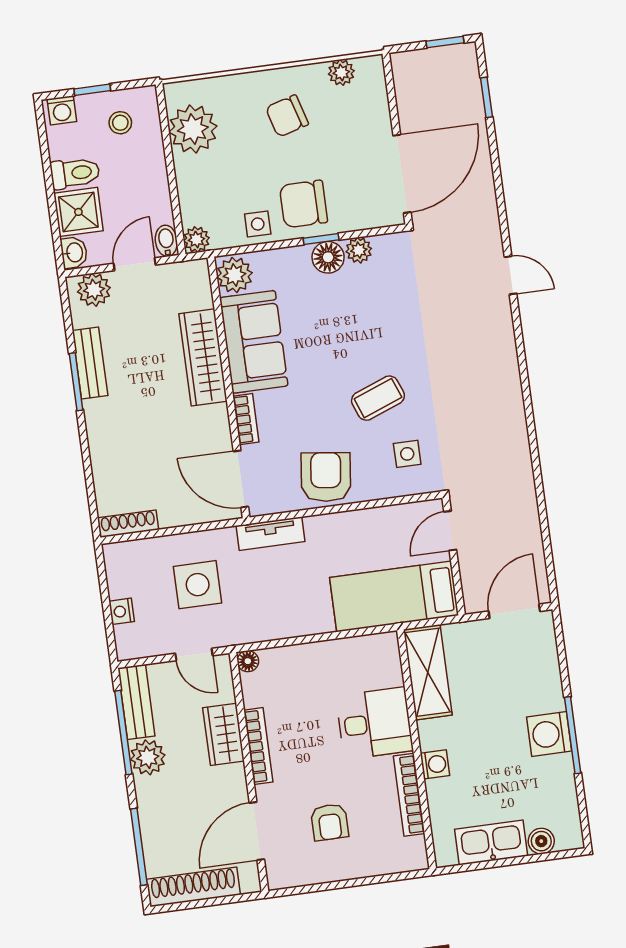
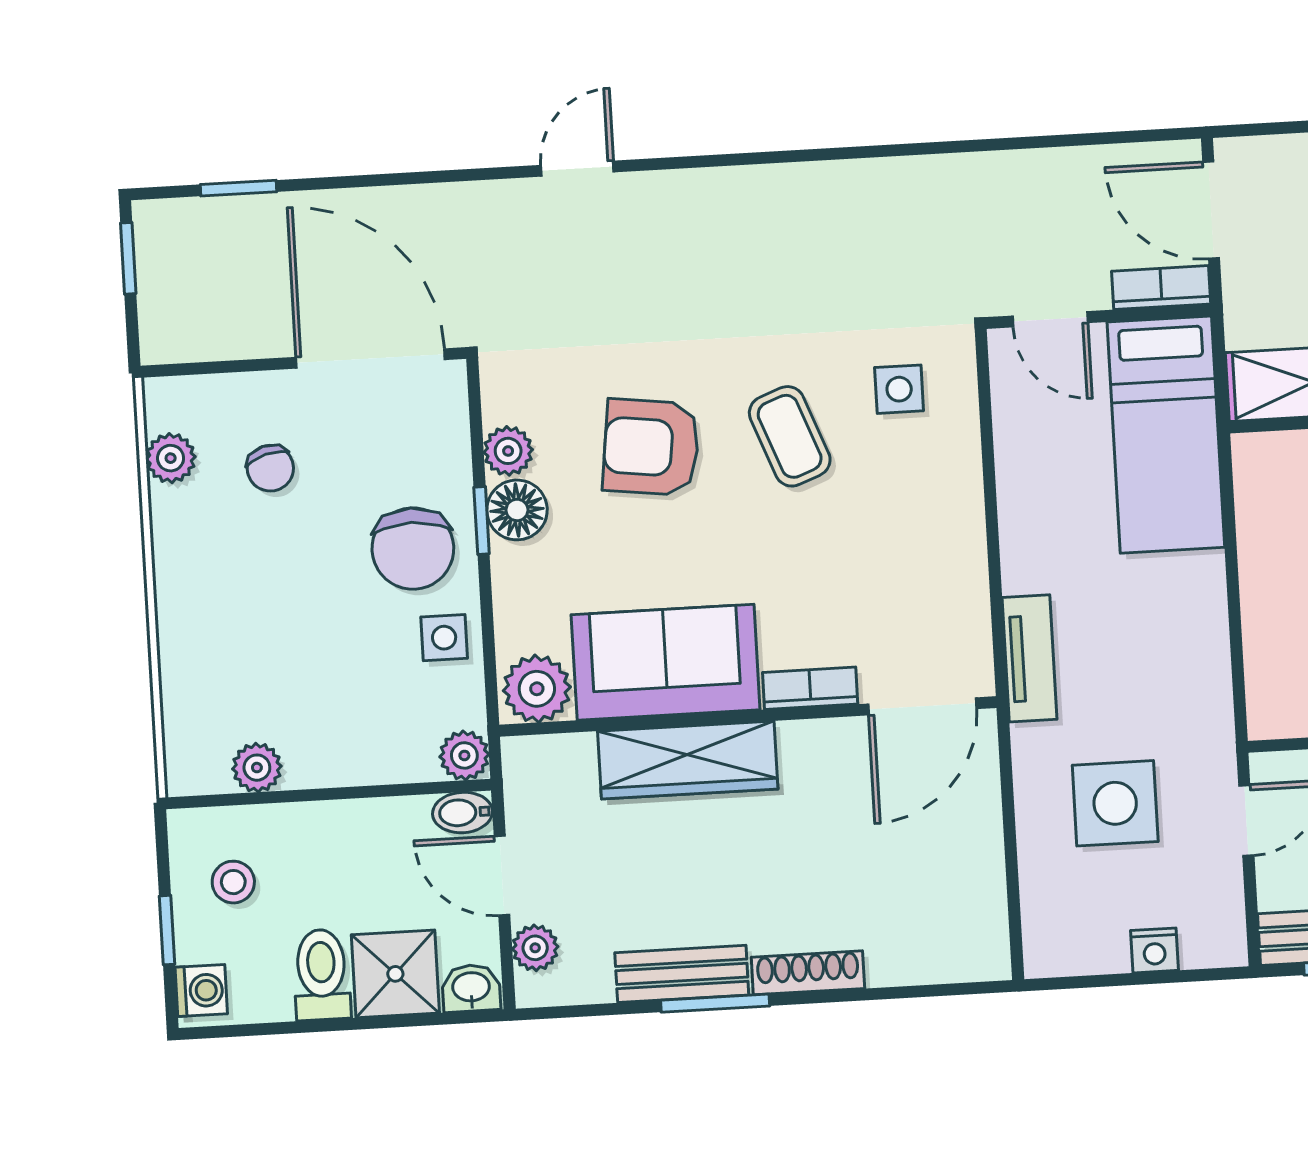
chair: (287, 116) -> (270, 468), moved, width x0.73, depth x0.73
plant: (193, 129) -> (257, 768), width x0.53, depth x0.53
plant: (94, 290) -> (535, 948), width x0.73, depth x0.73
armchair: (326, 477) -> (651, 447), moved
shoe rack: (128, 524) -> (808, 973), moved, turned 90
bookcase: (471, 588) -> (1161, 288), added
floor lamp: (248, 661) -> (1267, 720), removed

